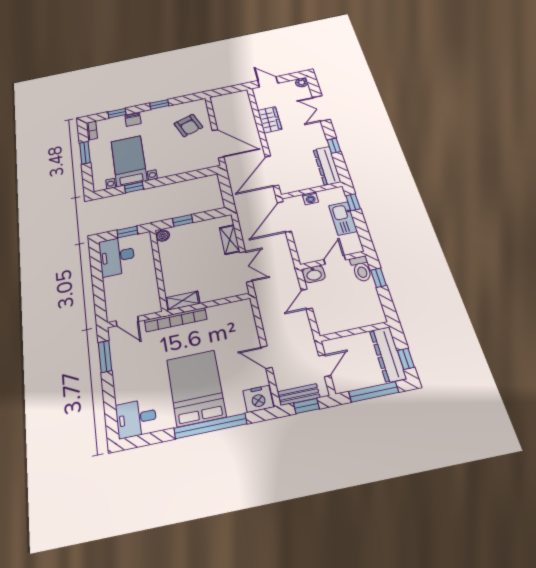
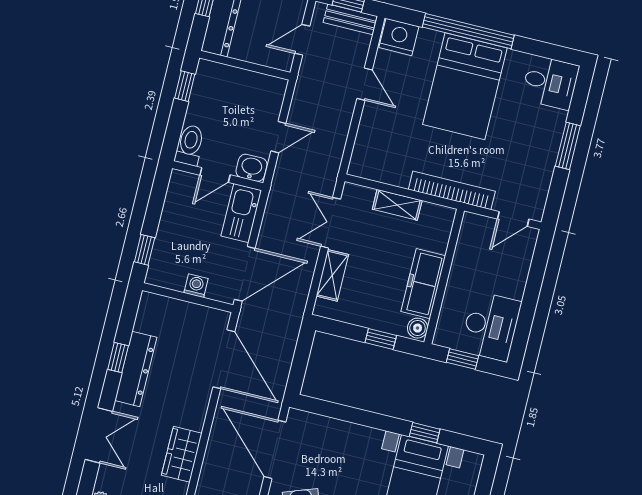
dresser: (327, 166) -> (136, 369), moved
door: (272, 171) -> (224, 359), hinge flipped
kitchen sink: (343, 218) -> (241, 213), moved, turned 180
freezer: (170, 260) -> (423, 284), added
window: (378, 278) -> (185, 86), moved
shelving: (182, 301) -> (397, 205), moved
door: (127, 321) -> (513, 219), swing flipped
window: (105, 357) -> (568, 146), moved

